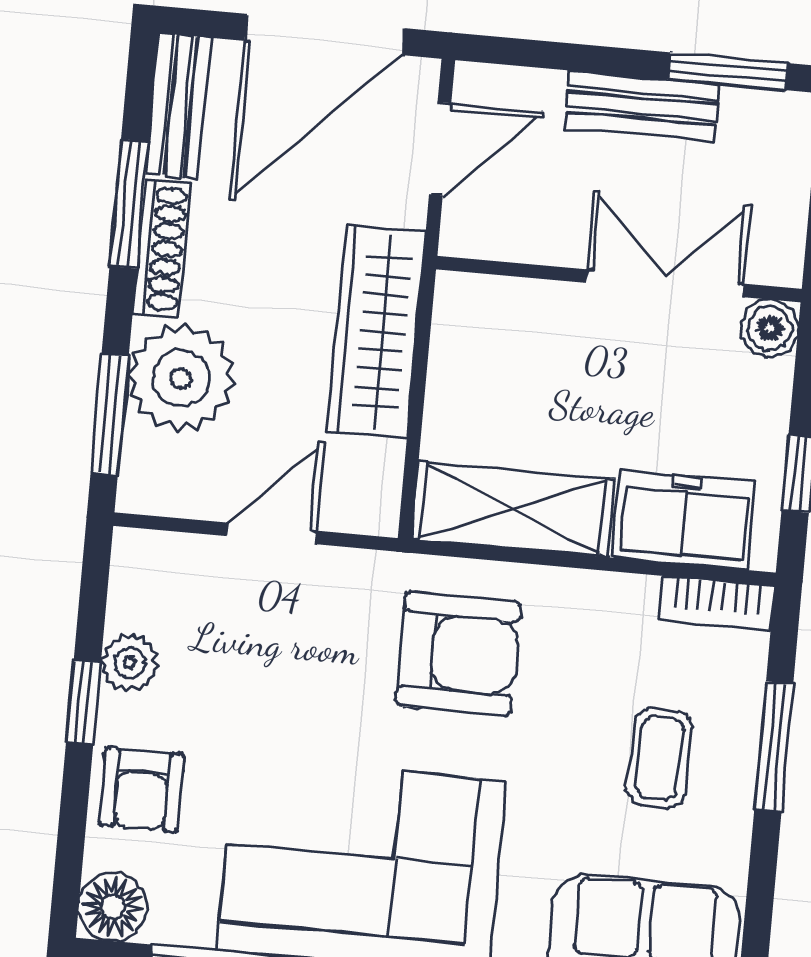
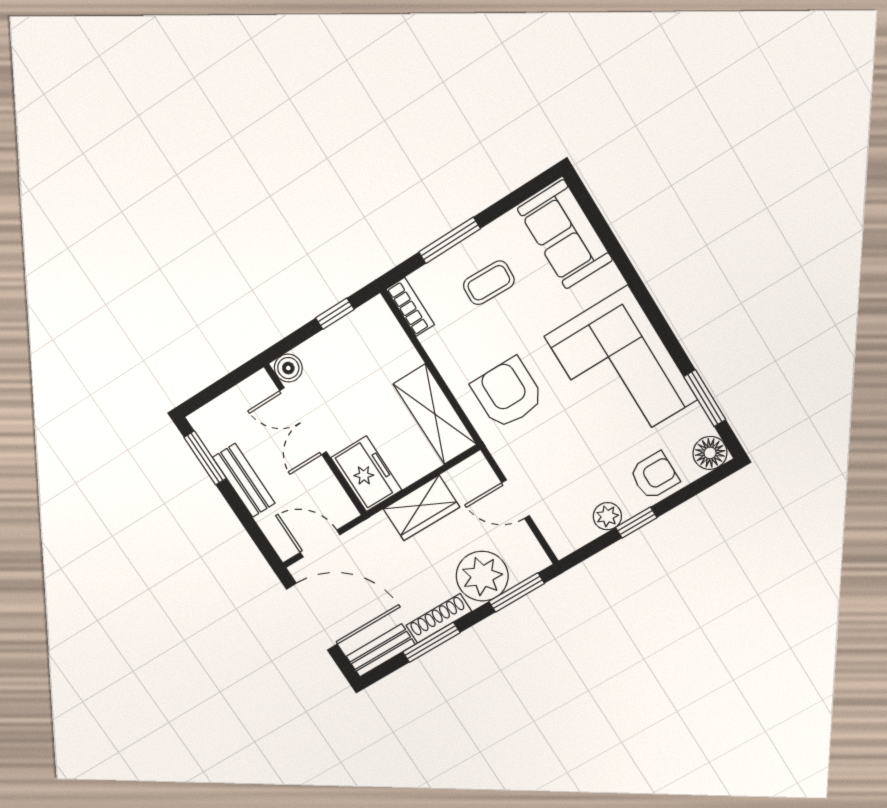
wardrobe: (376, 332) -> (421, 508), width x0.67
freezer: (684, 520) -> (366, 474), moved, turned 180

